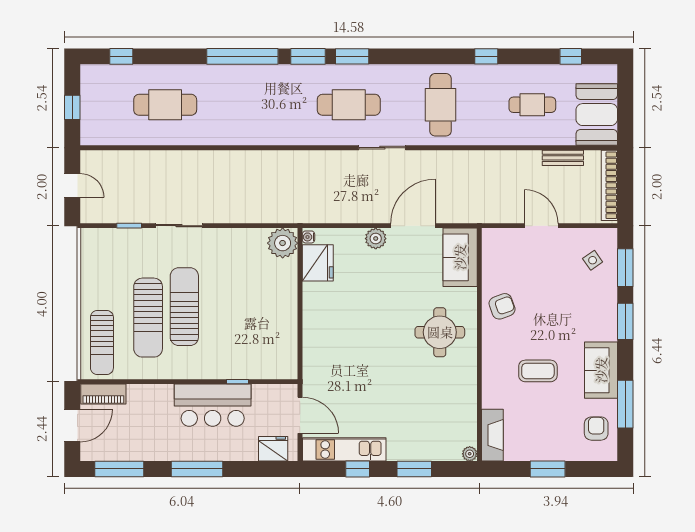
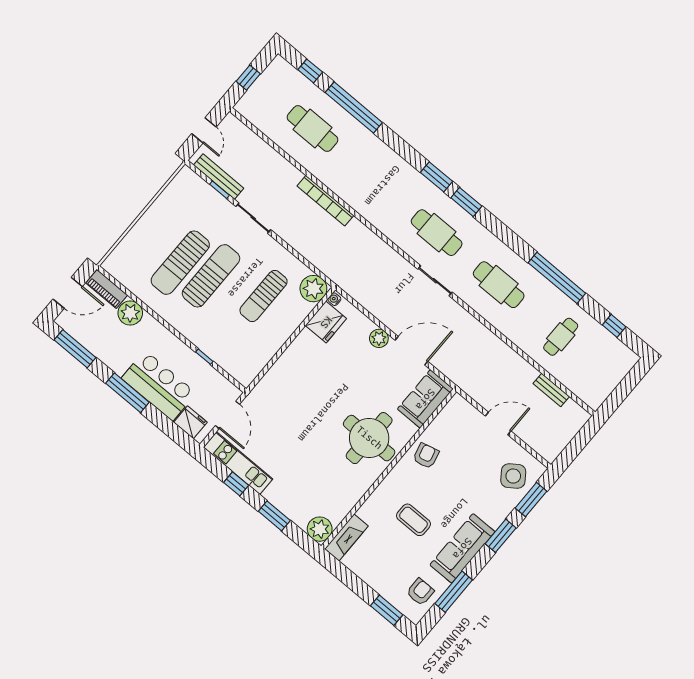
window: (242, 56) -> (354, 107), moved
window: (486, 56) -> (557, 278), width x3.17
cafe table: (441, 105) -> (499, 285), turned 90
cafe table: (532, 105) -> (561, 337), turned 90
booth: (597, 115) -> (599, 380), removed
bookcase: (609, 185) -> (325, 201), moved, turned -90
bench: (119, 215) -> (219, 177), added
door: (541, 226) -> (498, 423), hinge flipped
side table: (593, 260) -> (513, 476), width x1.87, depth x1.87
armchair: (502, 306) -> (426, 456), turned -84
round table: (440, 332) -> (369, 438), width x1.36, depth x1.36
sun lounger: (102, 343) -> (264, 296), moved
sofa: (601, 370) -> (462, 548), width x1.36
plant: (141, 398) -> (130, 313), added
bar counter: (213, 405) -> (159, 386), moved, turned 180
plant: (470, 454) -> (320, 529), width x1.88, depth x1.88
window: (548, 469) -> (387, 610), moved

